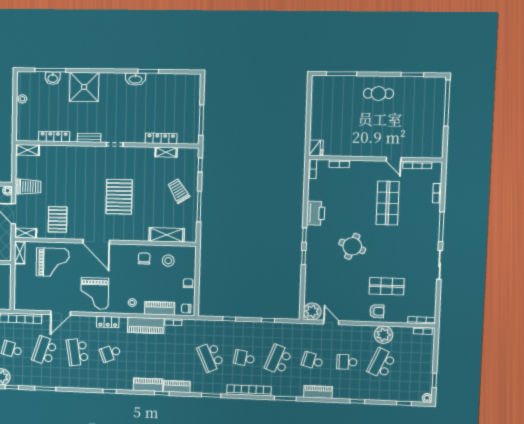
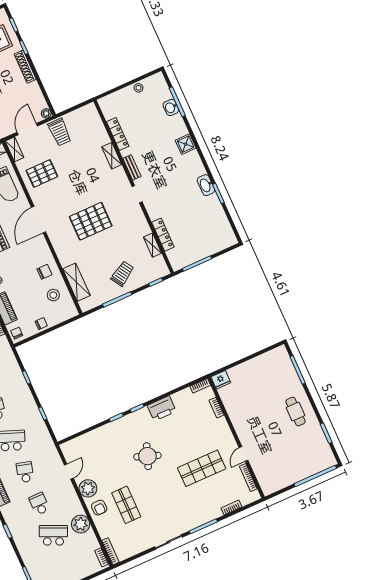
shower: (84, 87) -> (186, 144), width x0.54, depth x0.54
shelving: (28, 150) -> (112, 156), moved
plant: (312, 311) -> (88, 488), moved

